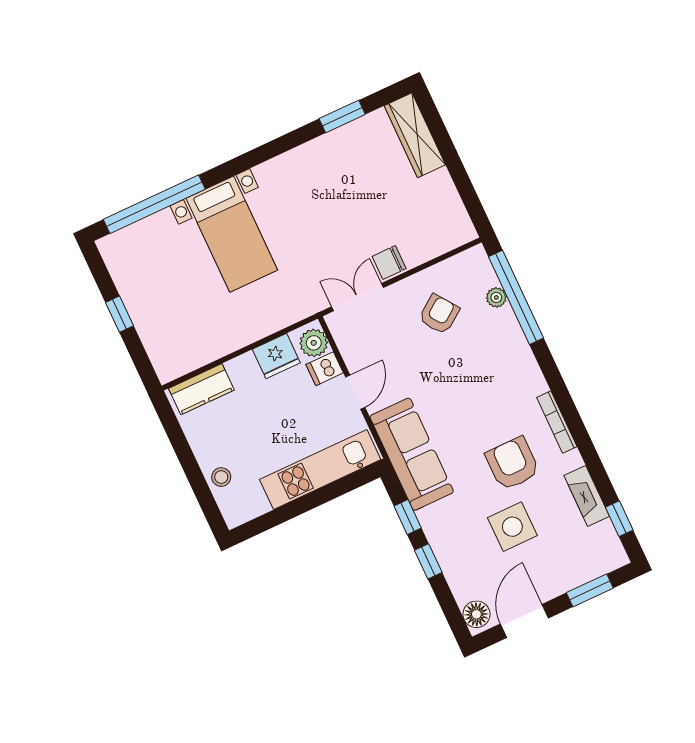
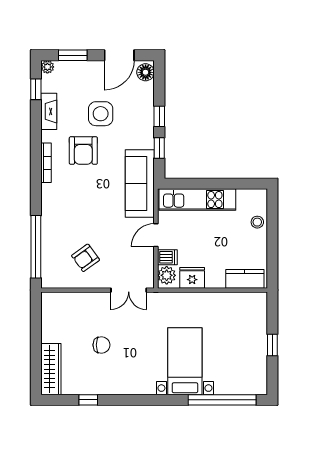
window: (342, 117) -> (88, 400), width x0.67
chair: (389, 262) -> (101, 345), moved
plant: (496, 297) -> (47, 67), moved

